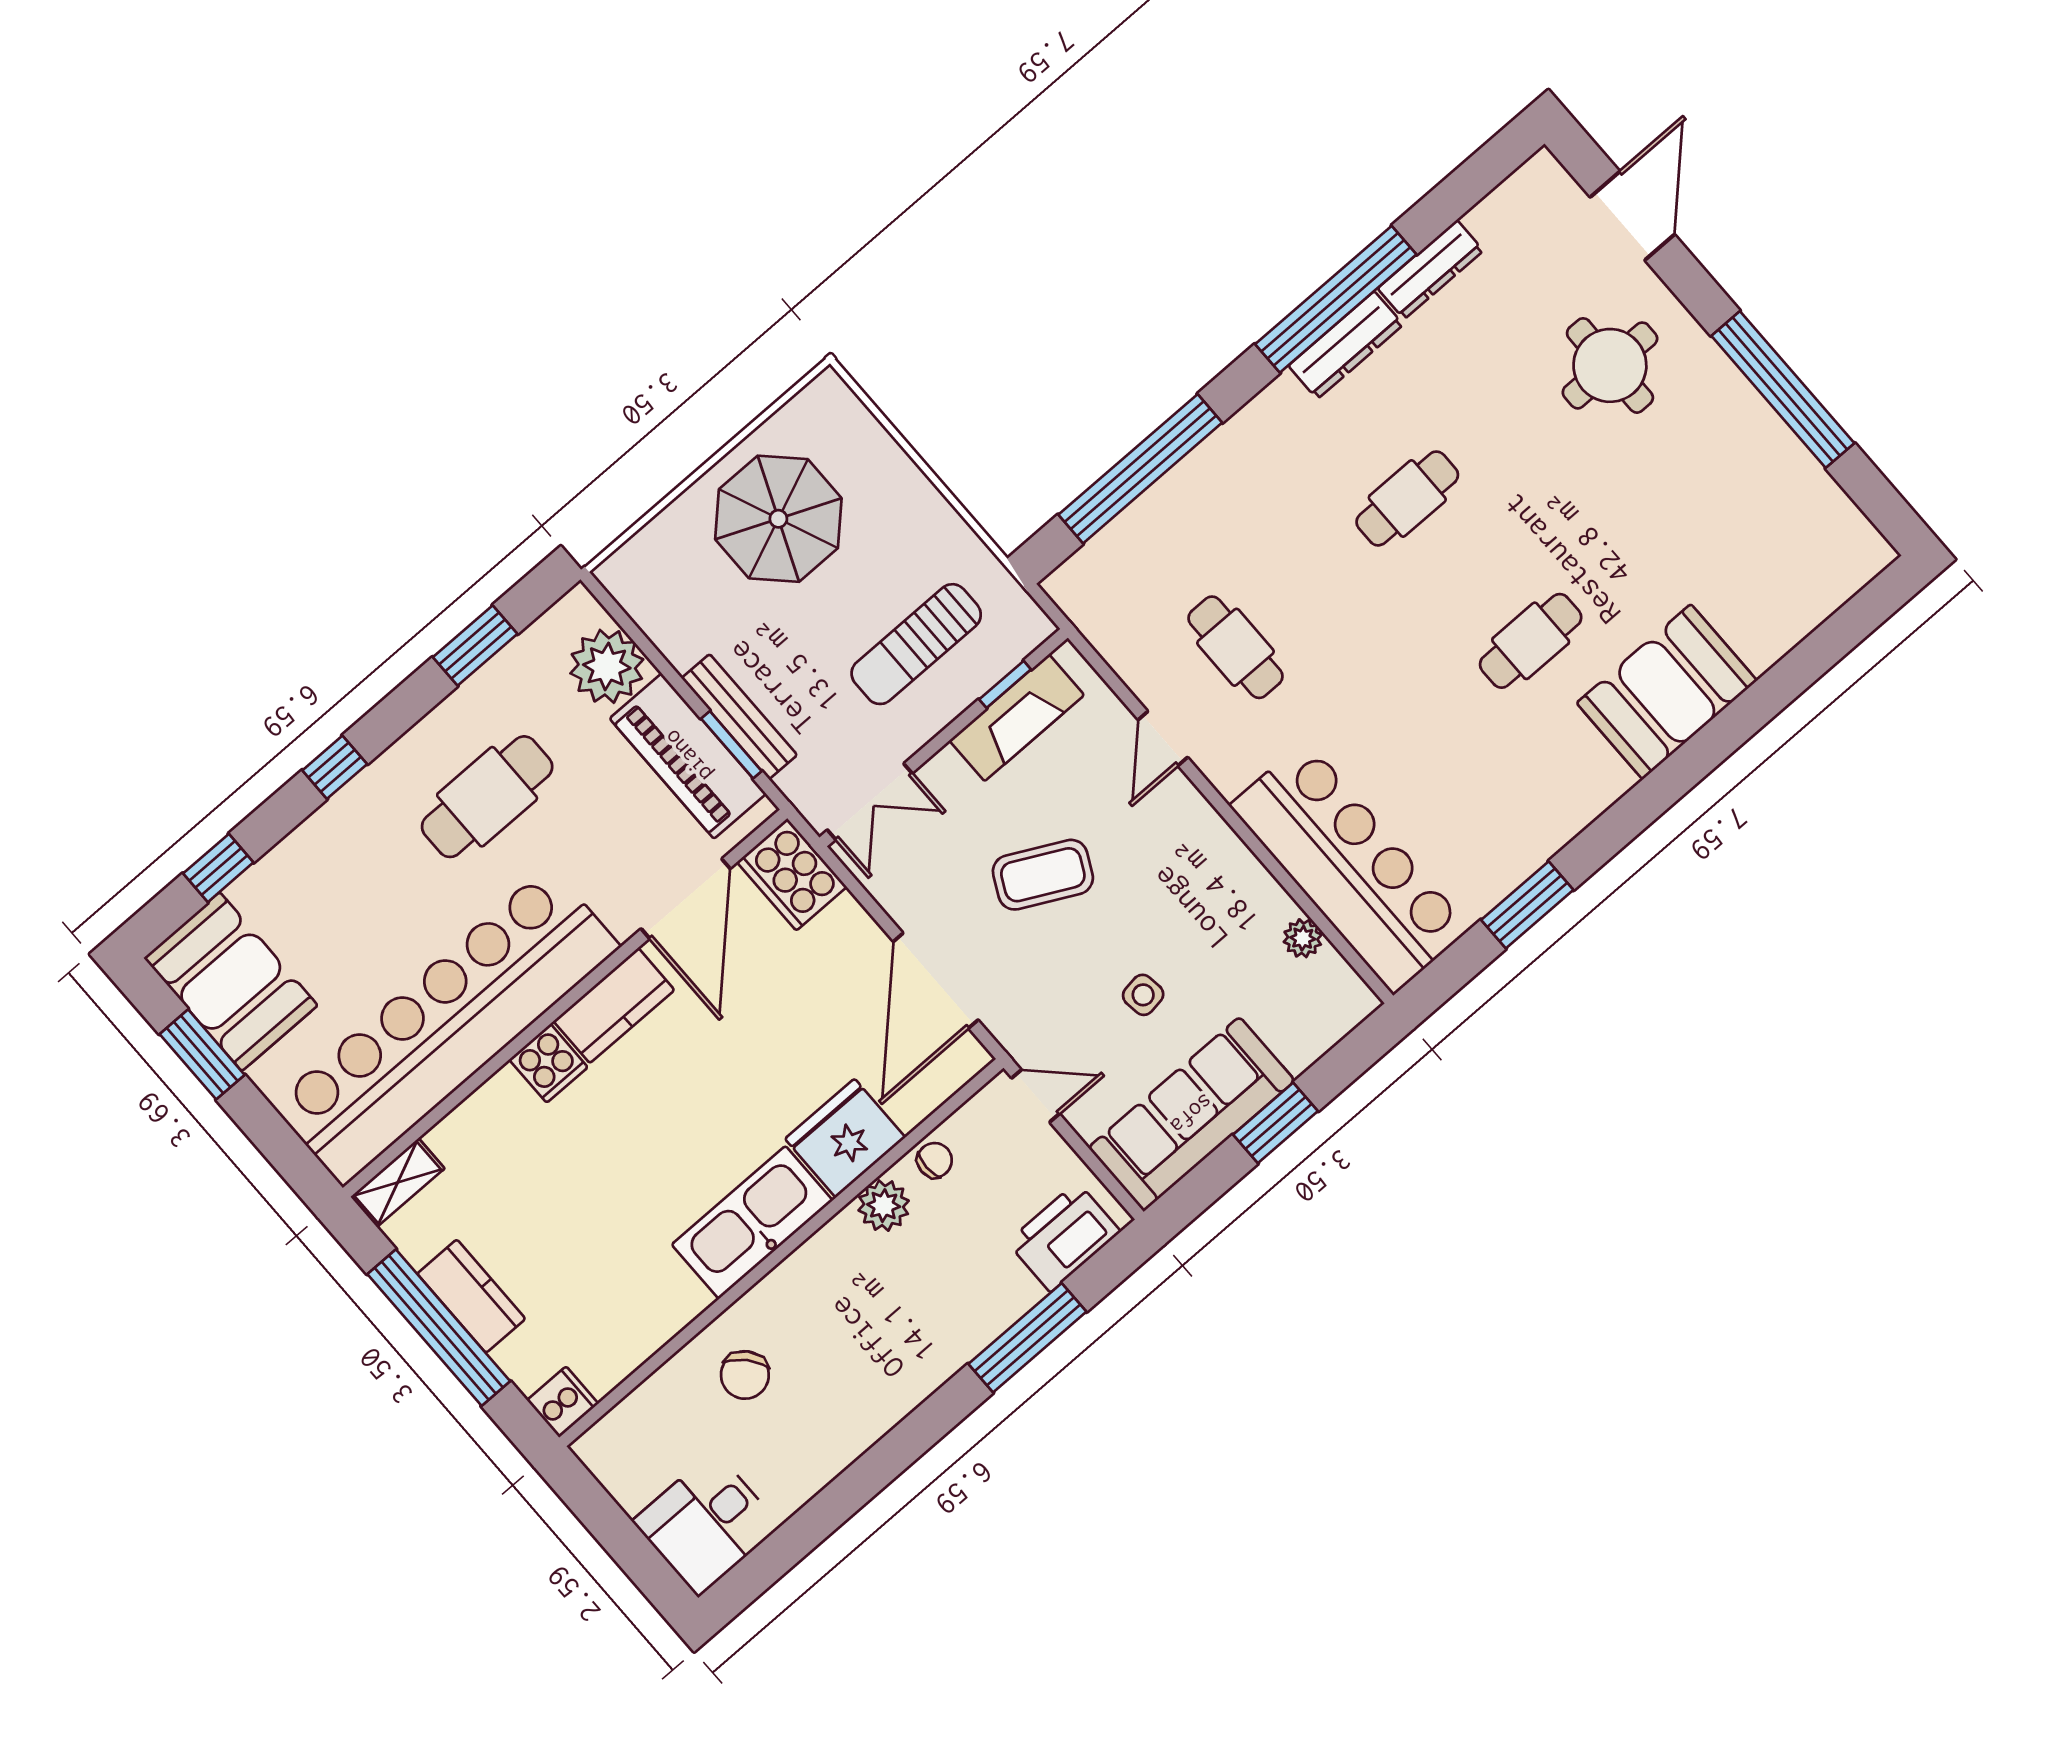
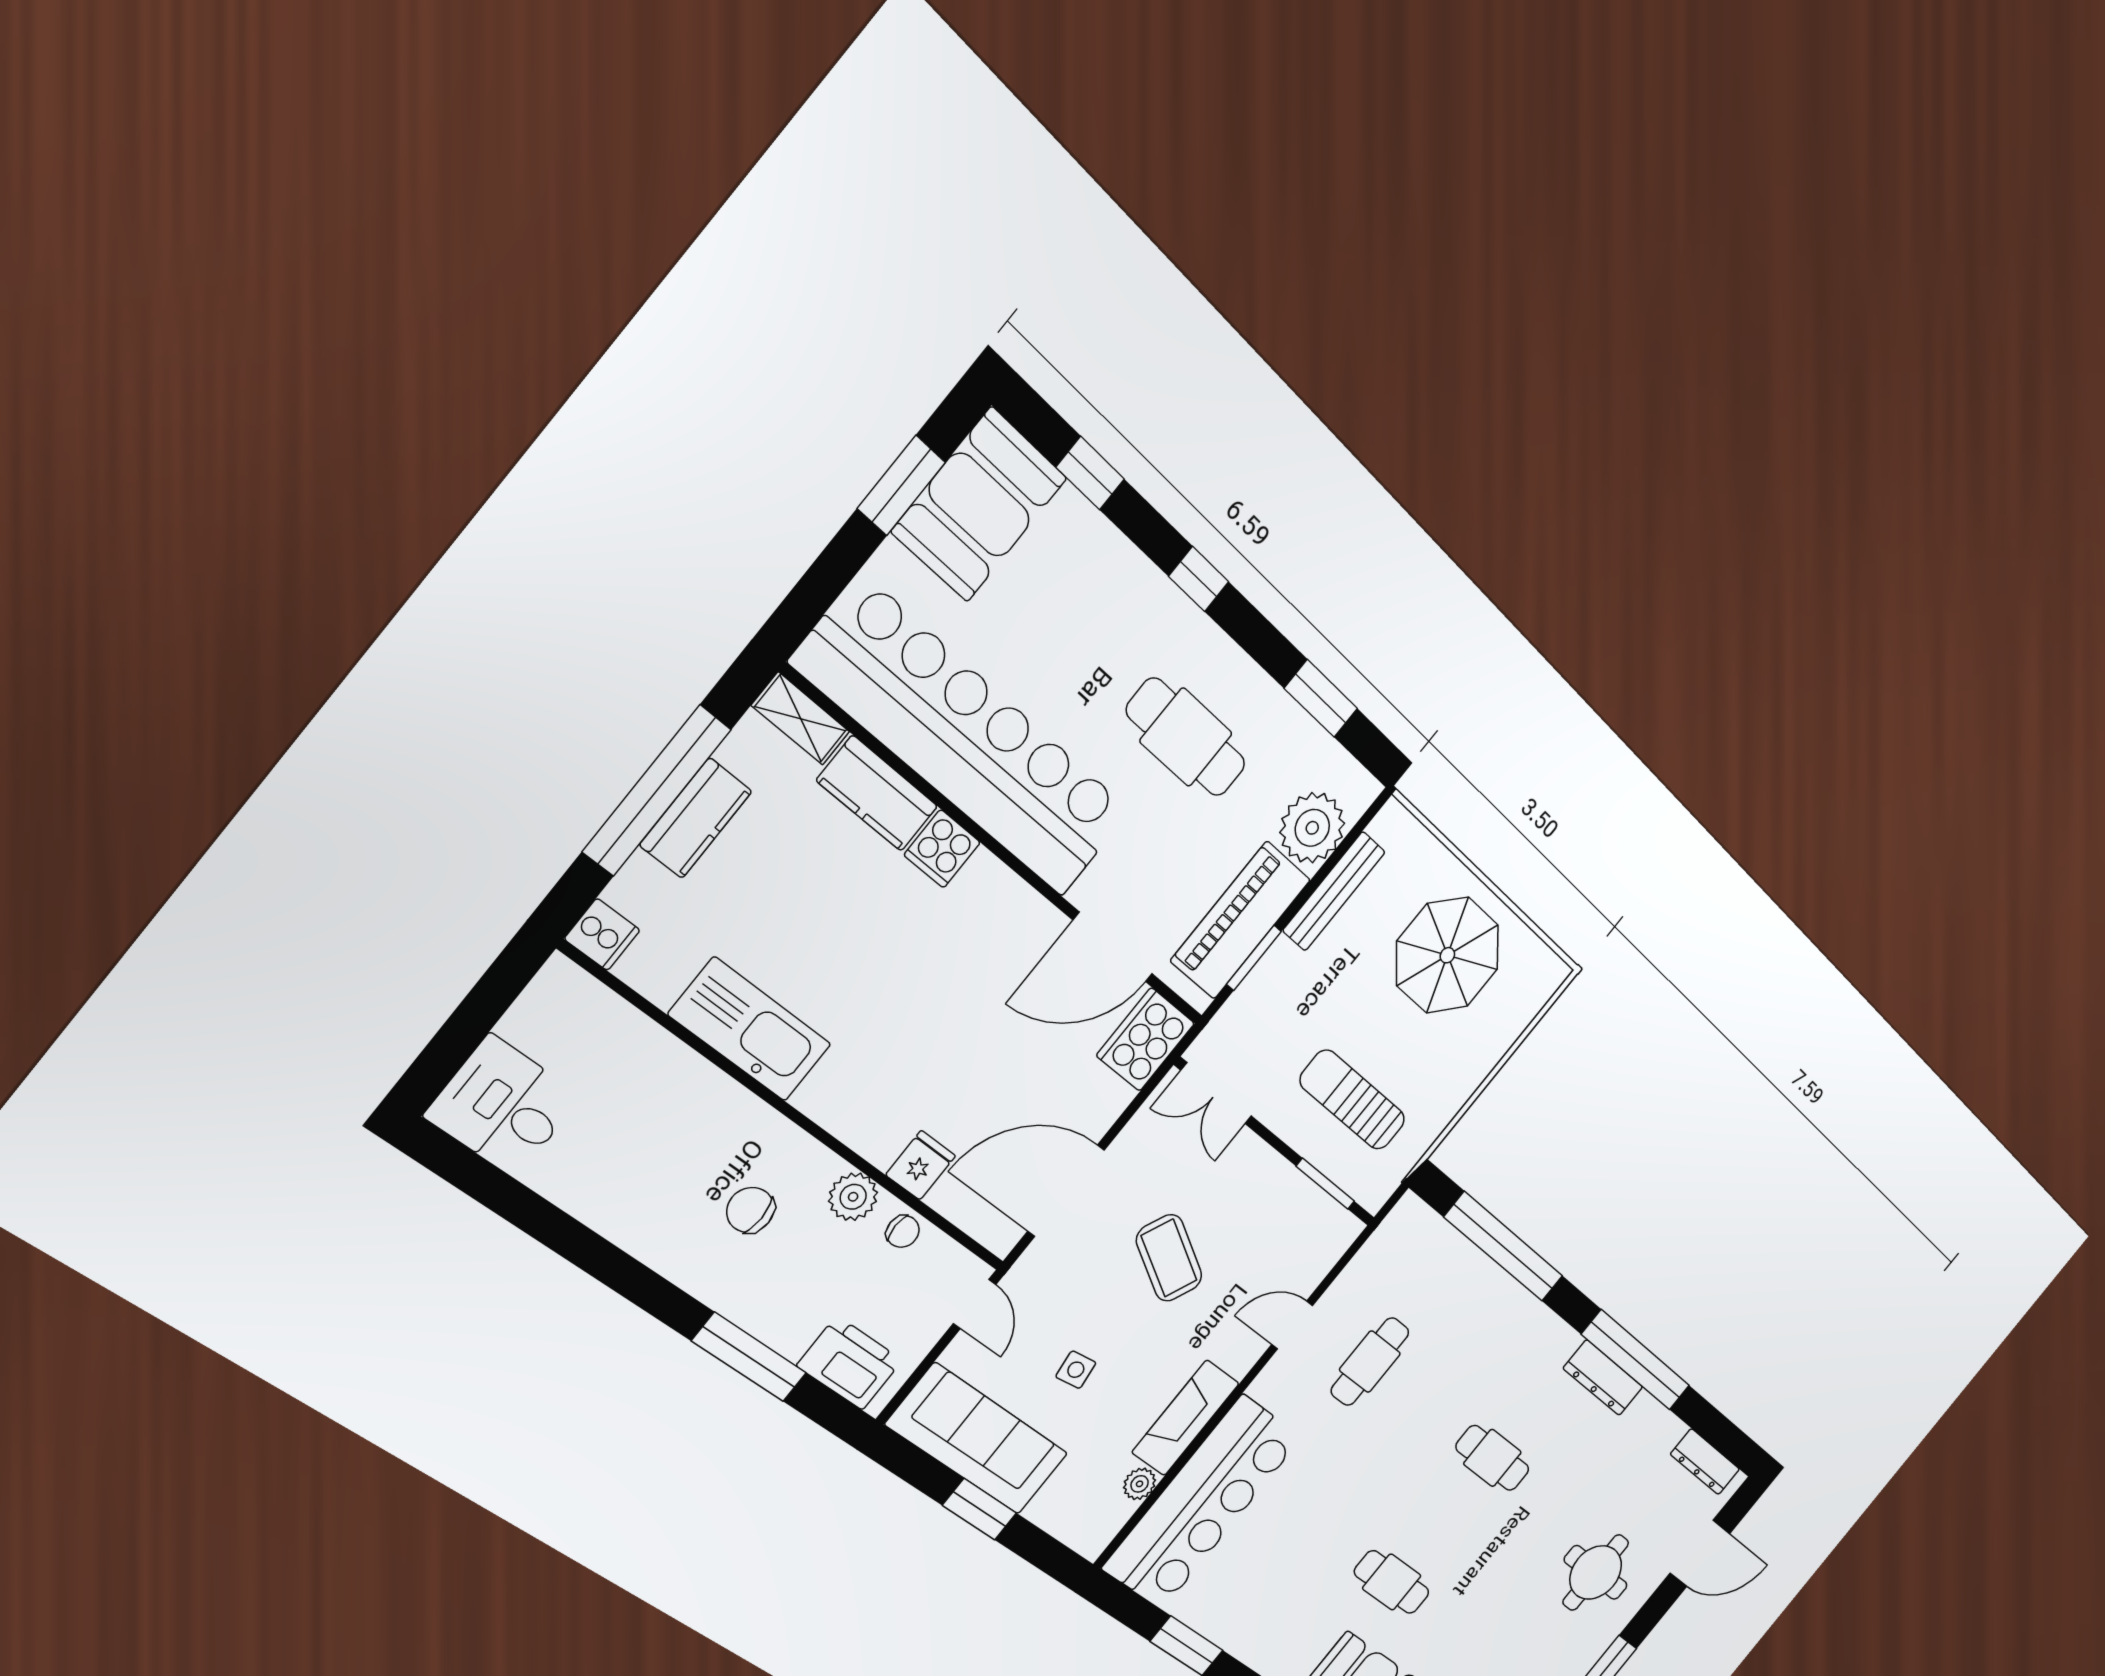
dresser: (1430, 270) -> (1705, 1462), moved
window: (1005, 684) -> (1325, 1184), width x1.50
bench: (739, 717) -> (1334, 891), moved
fireplace: (1017, 718) -> (1185, 1418), moved, turned 90
kitchen counter: (614, 1006) -> (877, 793), moved
fridge: (845, 1138) -> (921, 1165), width x0.53, depth x0.75
kitchen sink: (752, 1222) -> (750, 1029), moved
chair: (745, 1375) -> (750, 1210), moved, turned 42

